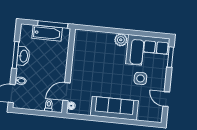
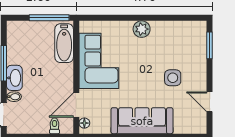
bathtub: (47, 33) -> (64, 43), moved, turned 90
corner sofa: (148, 51) -> (99, 61), moved, turned -90
washbasin: (23, 56) -> (14, 78), moved

